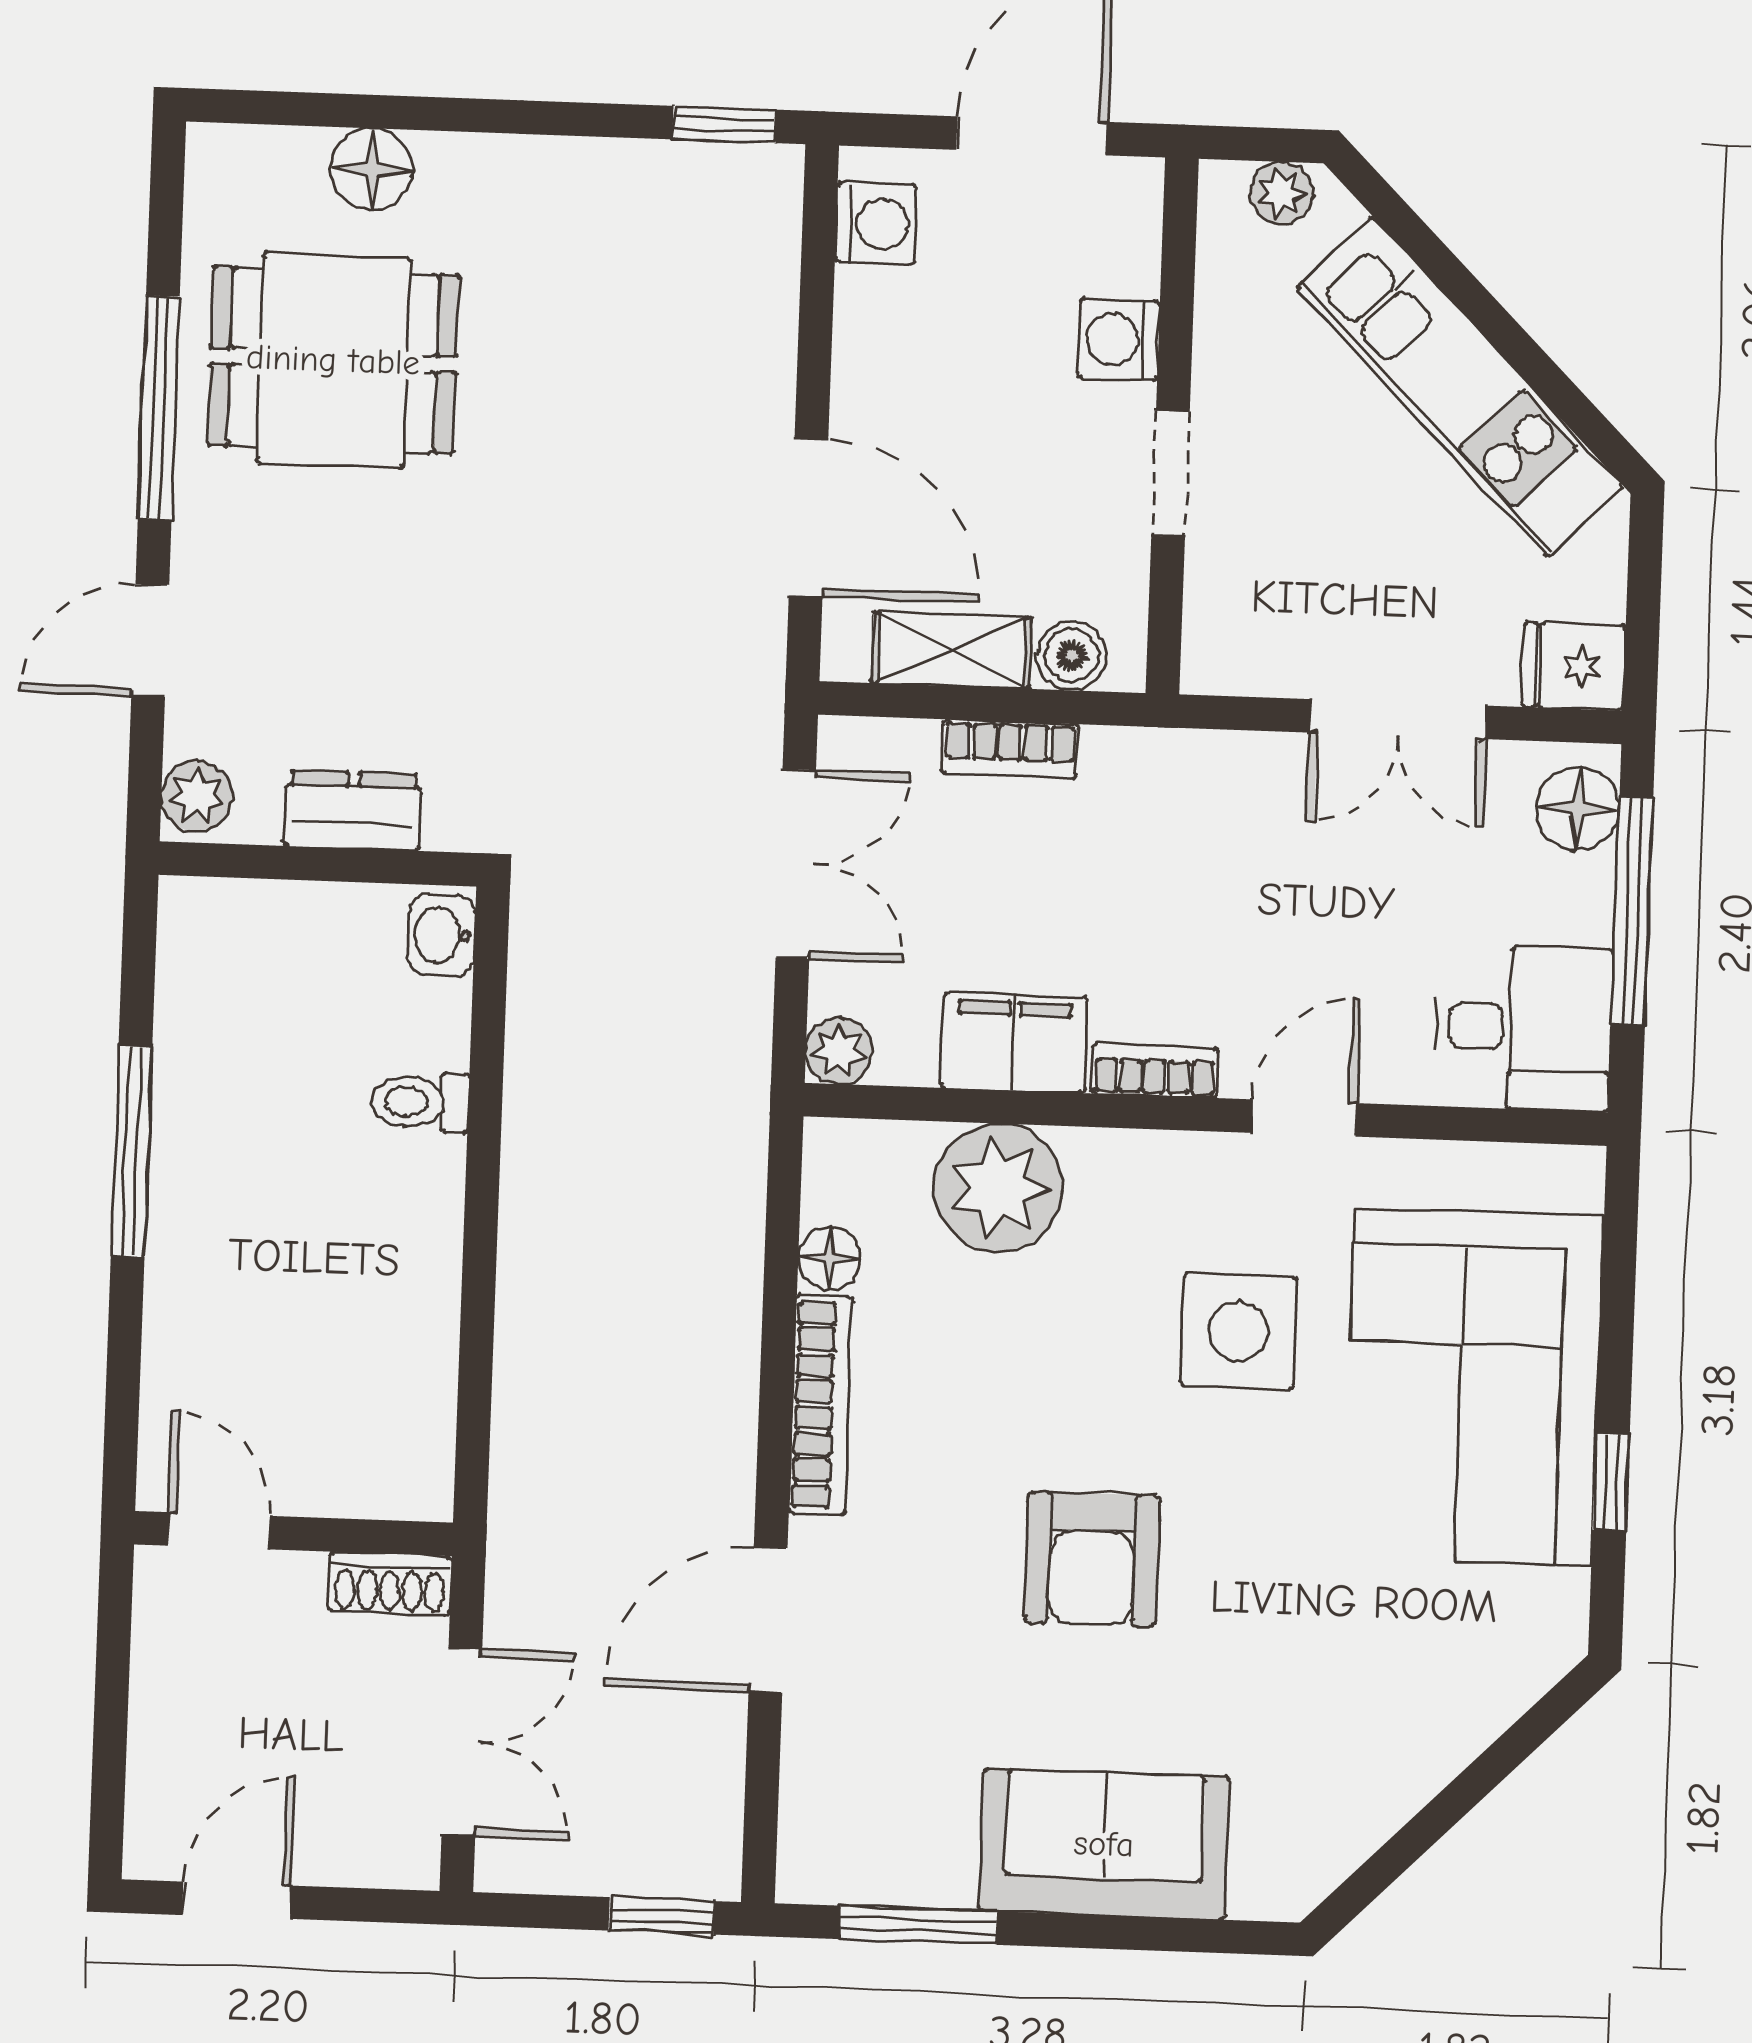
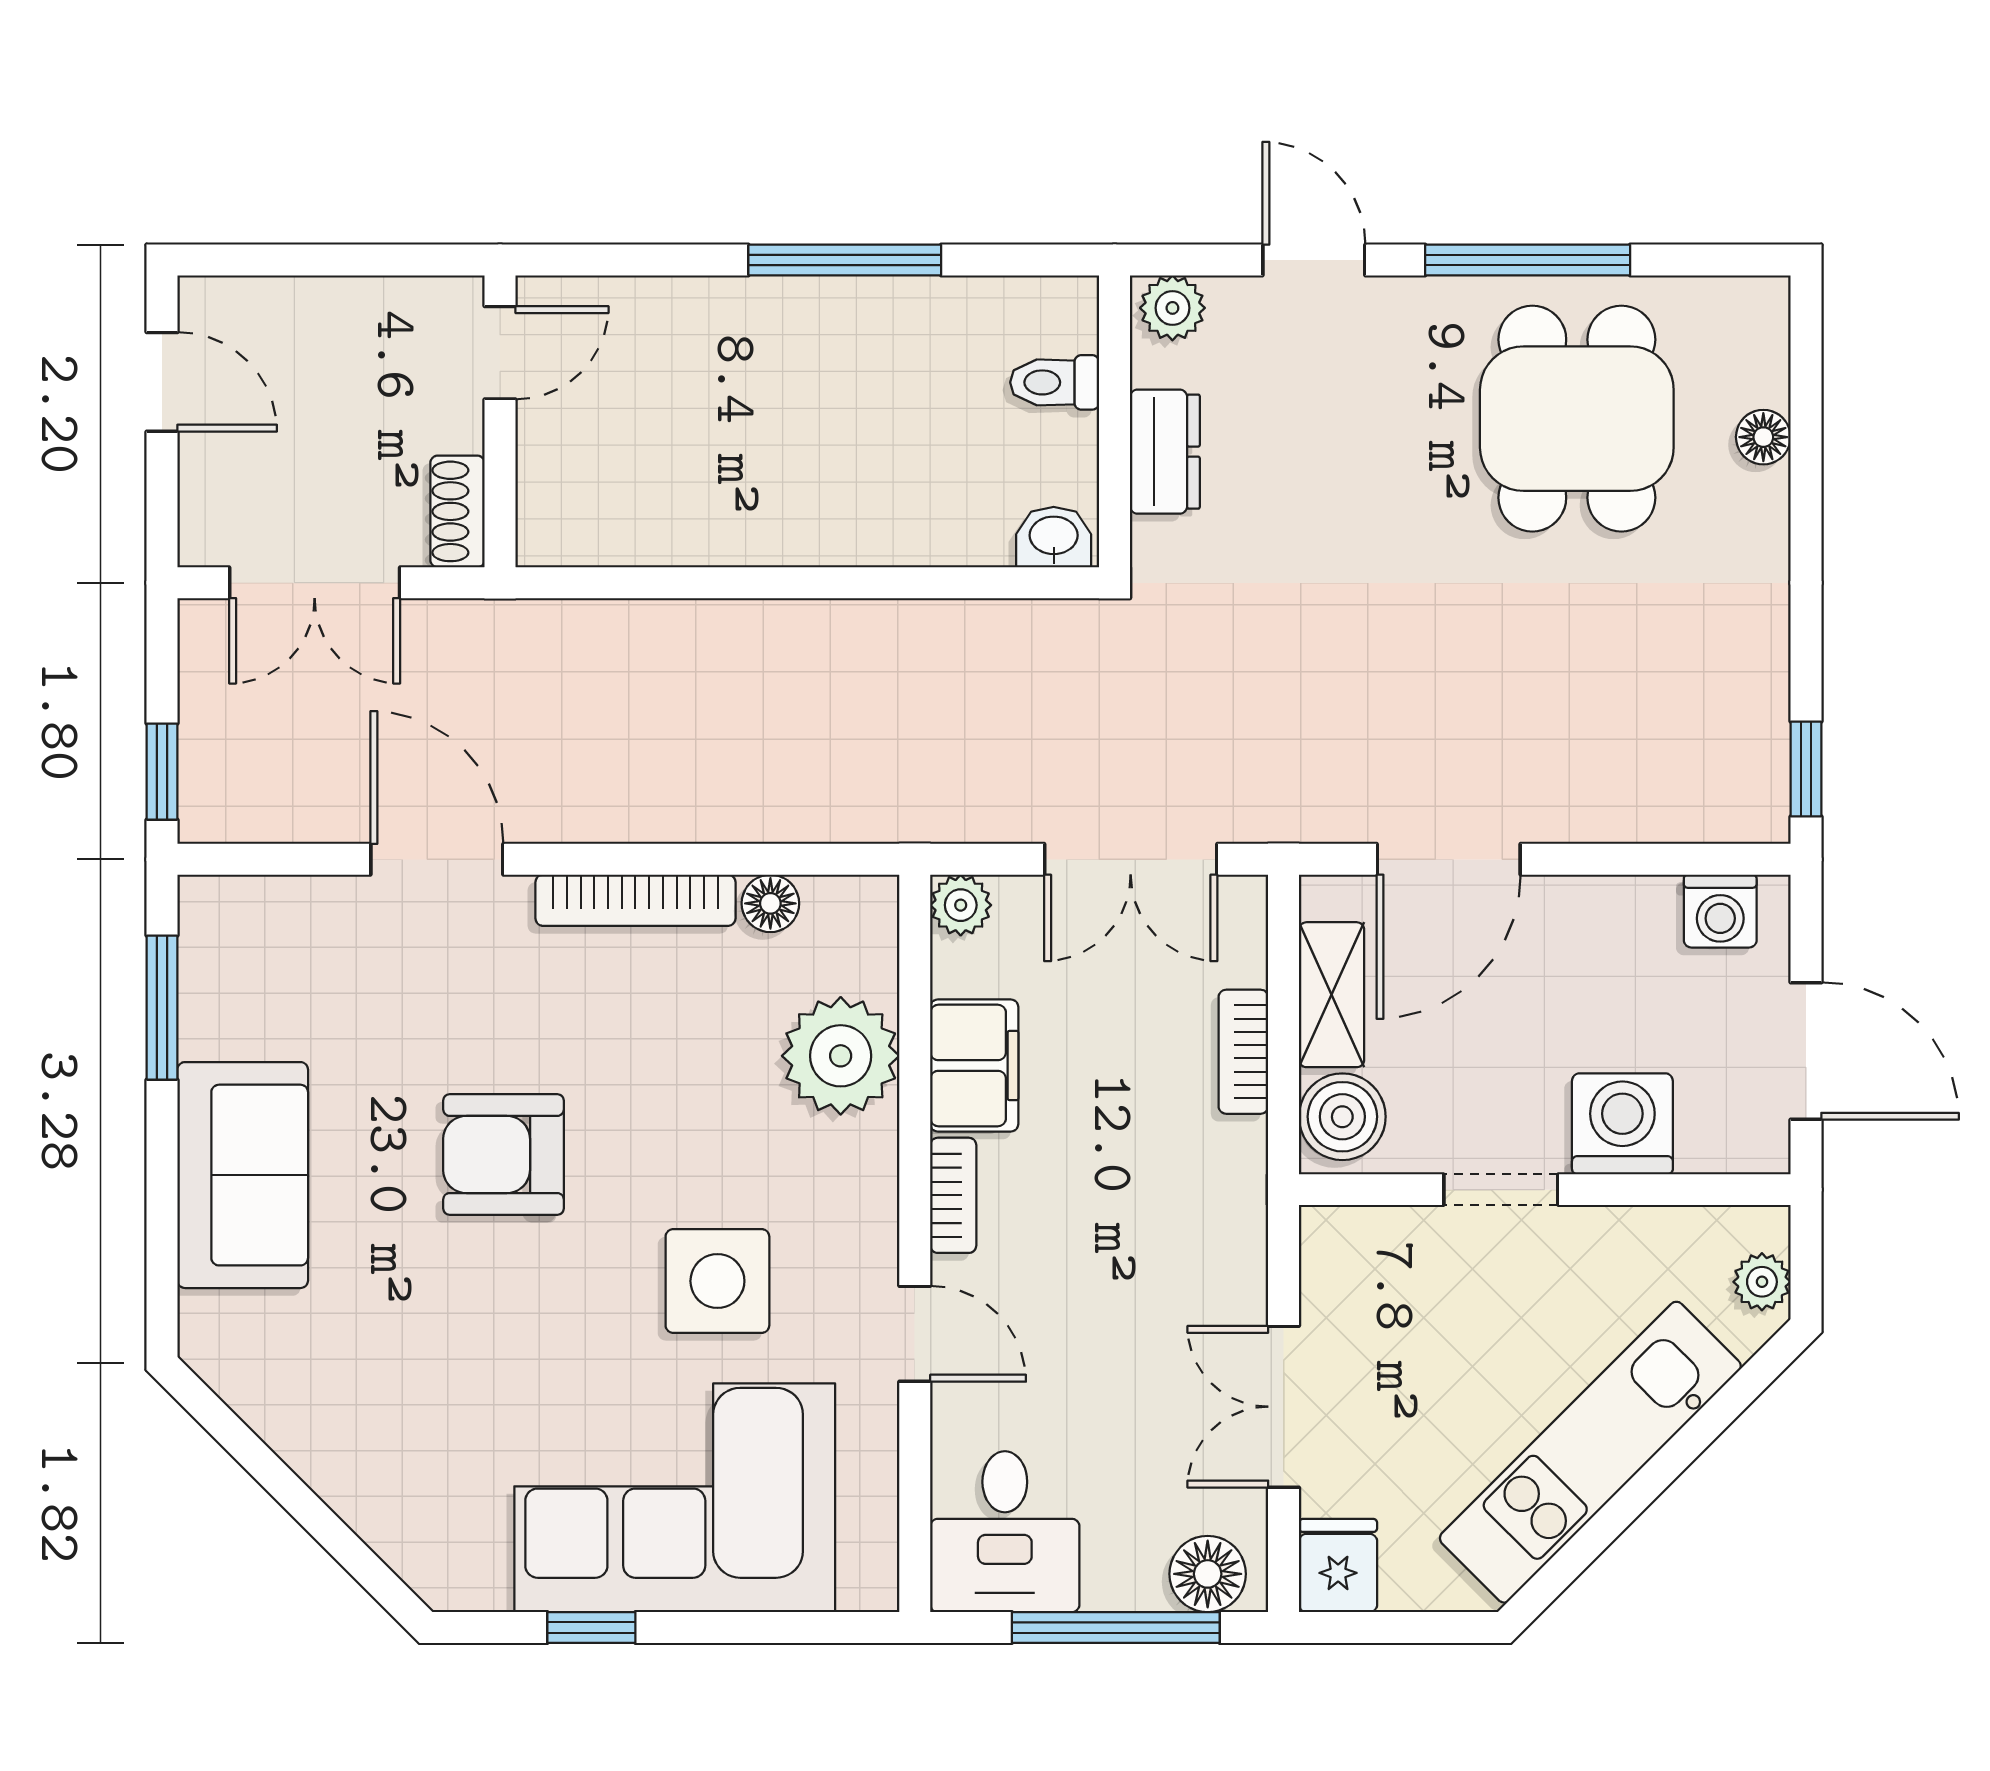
floor lamp: (372, 169) -> (1763, 437), width x0.73, depth x0.73
washing machine: (1119, 339) -> (1622, 1124), width x1.38, depth x1.38
boiler: (1072, 656) -> (1342, 1117), width x1.36, depth x1.36
toilet: (420, 1102) -> (1055, 382), moved, turned -90

